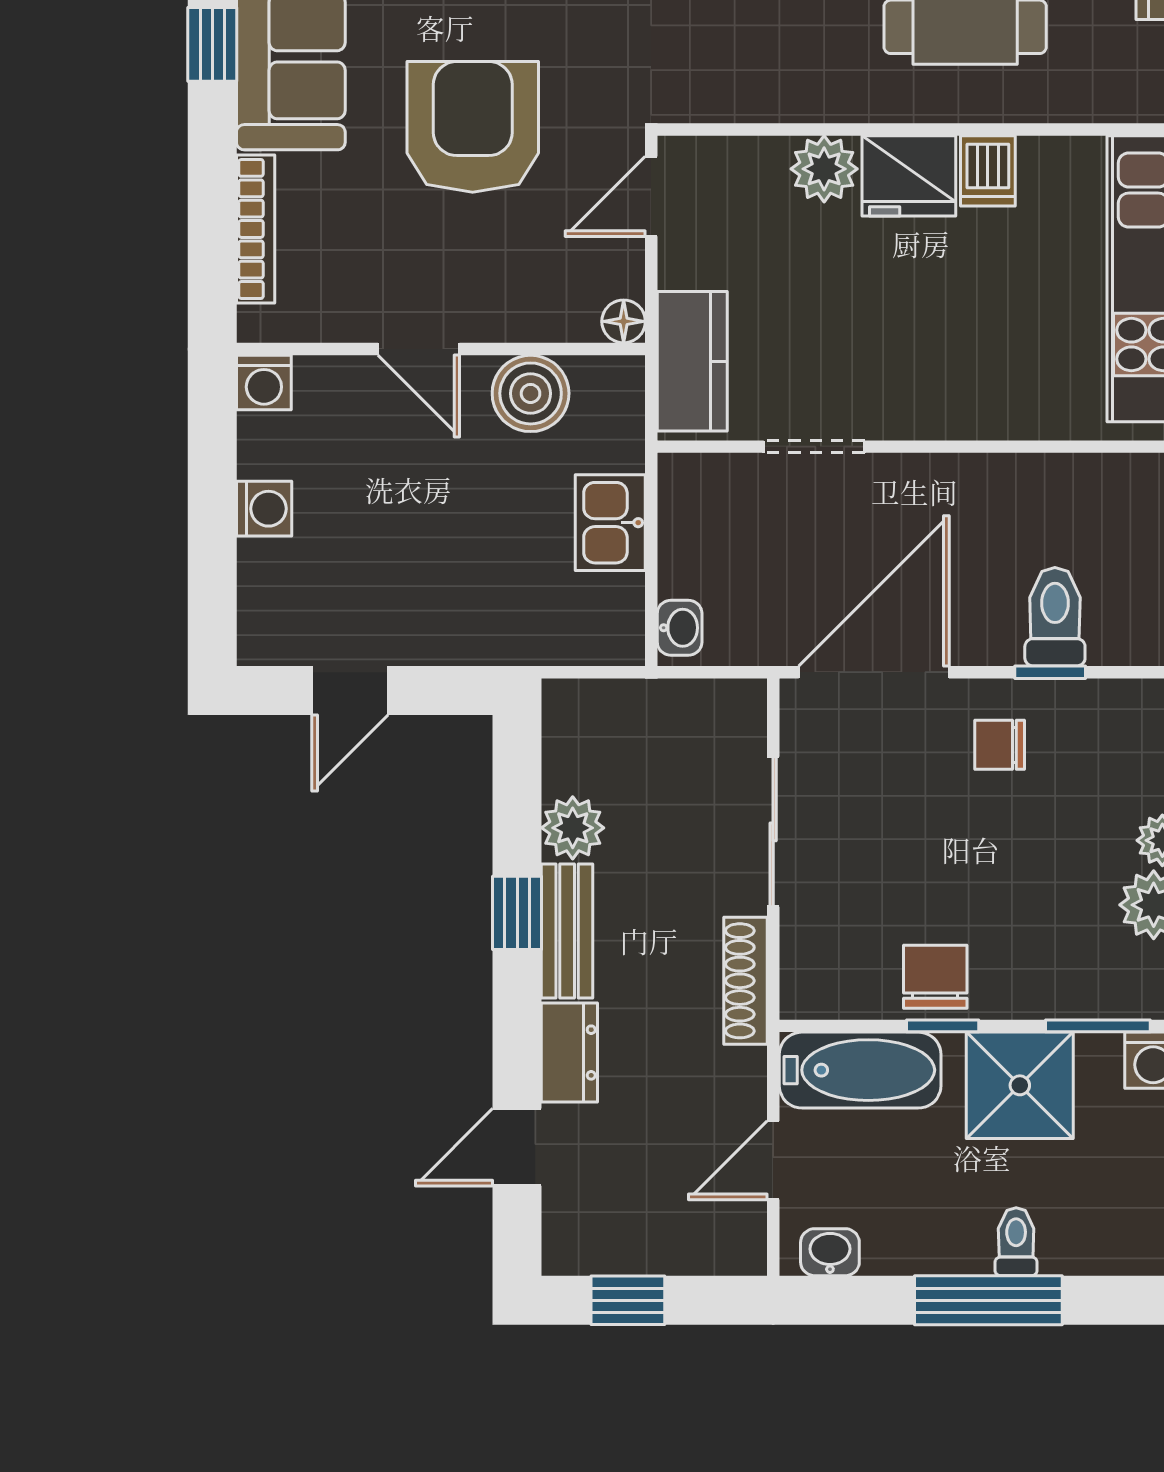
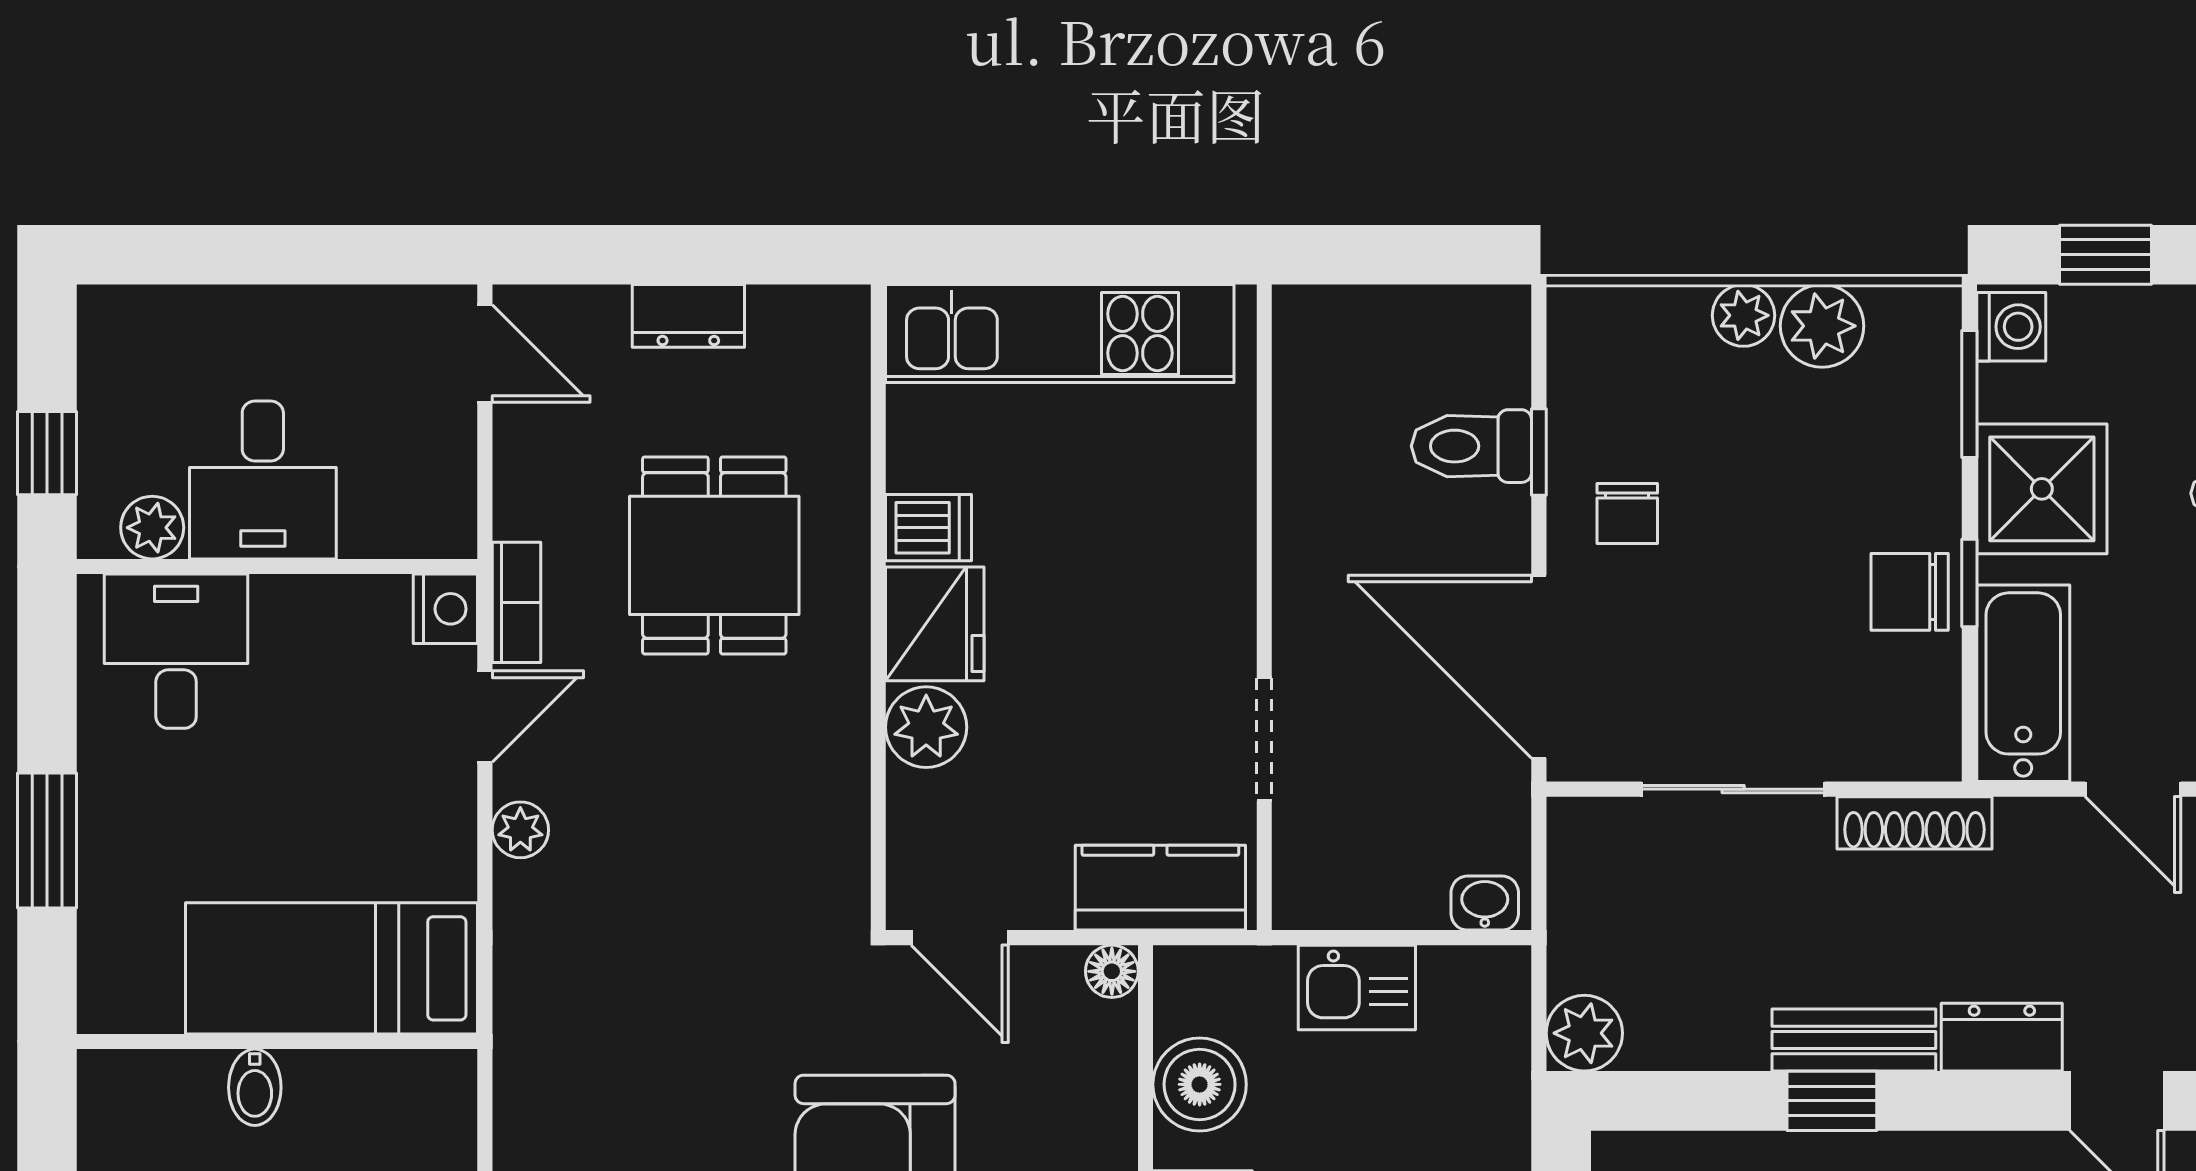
plant: (573, 828) -> (1584, 1033), moved

